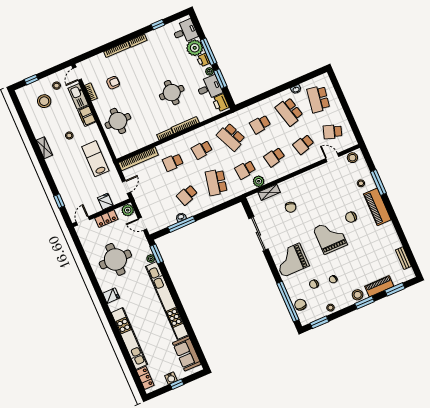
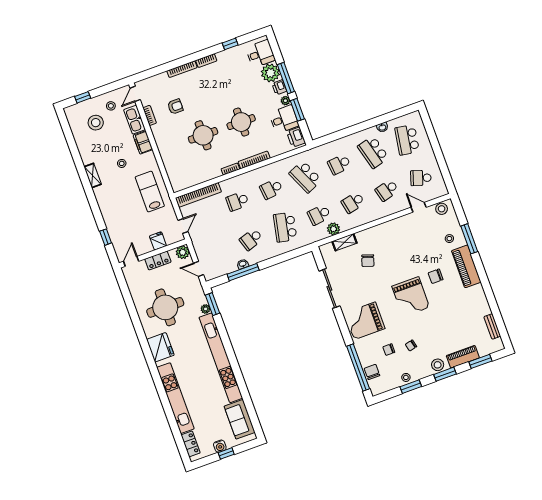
round table: (118, 121) -> (203, 135), moved
grand piano: (330, 237) -> (411, 297), turned 180
fridge: (111, 296) -> (160, 347), width x1.88, depth x1.34
window: (319, 322) -> (411, 387), moved

